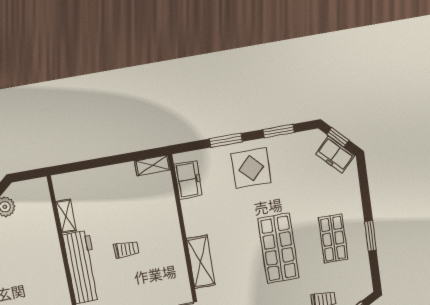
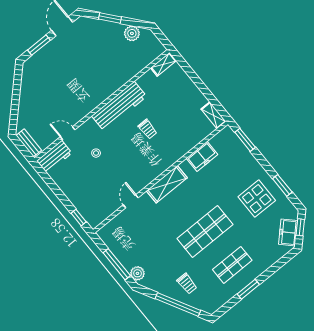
window: (226, 140) -> (245, 140), moved
display table: (251, 168) -> (257, 199), moved
freezer: (188, 180) -> (202, 156), moved
shelving: (66, 216) -> (163, 64), moved

